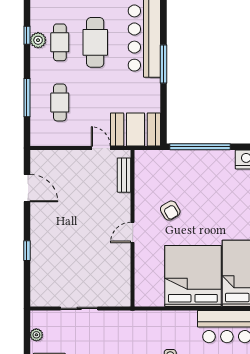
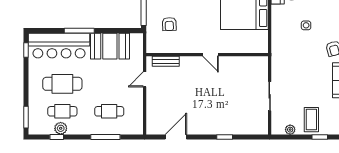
booth: (135, 129) -> (110, 46), moved, turned 90
armchair: (170, 211) -> (169, 24), moved, turned 118

